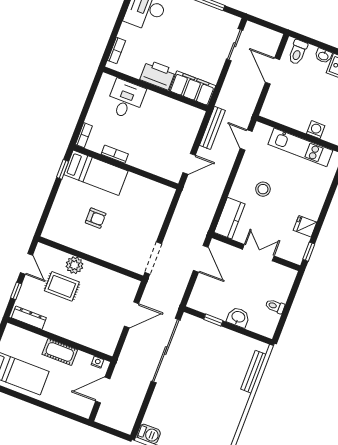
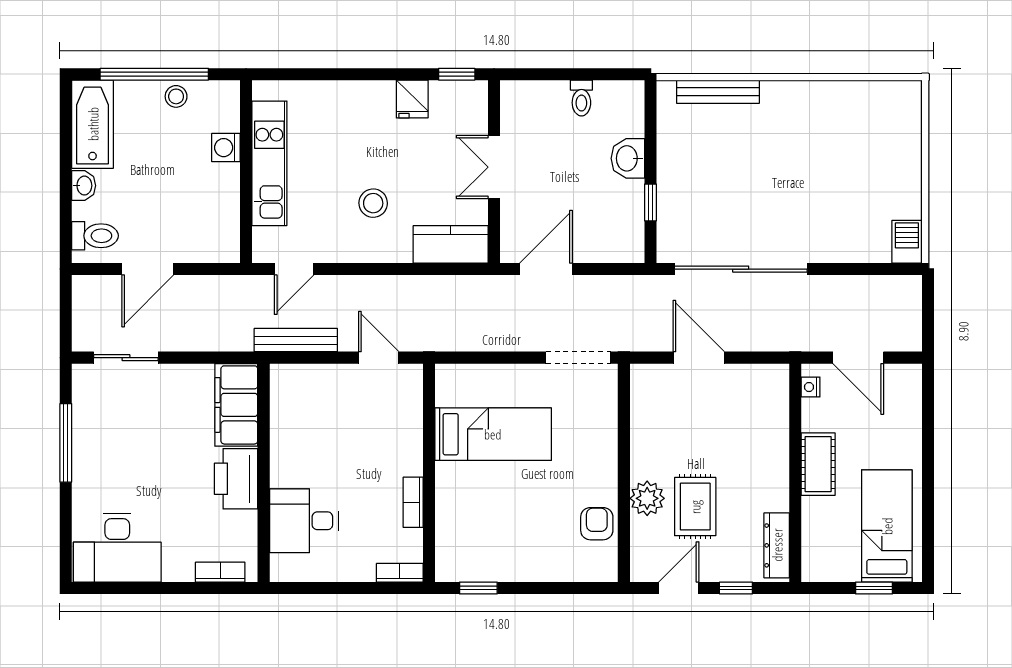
bed: (96, 173) -> (493, 434), moved, turned 90
armchair: (96, 218) -> (597, 524), moved

